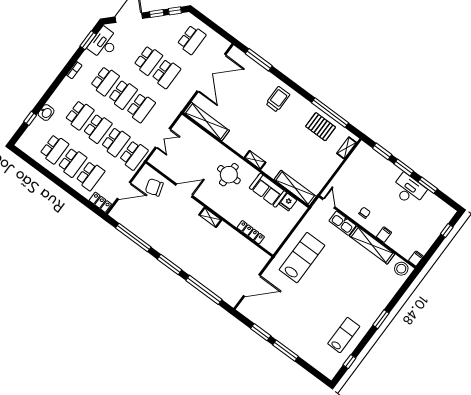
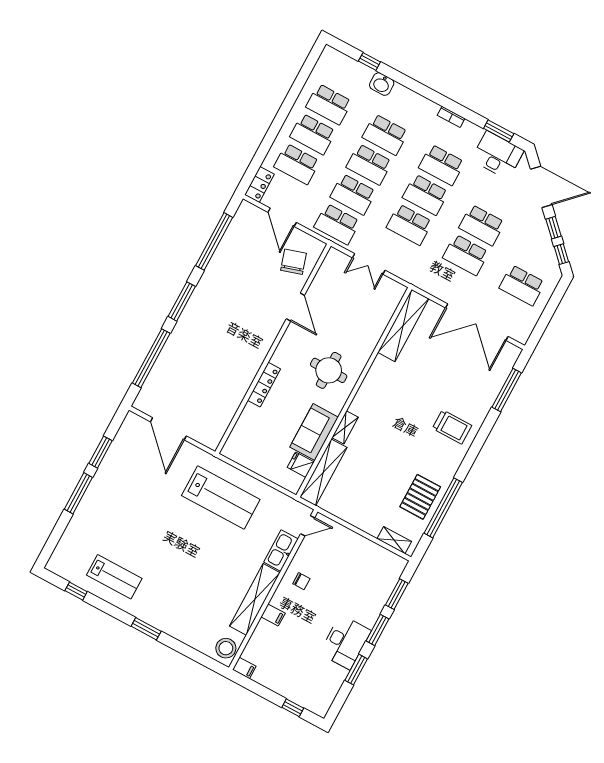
shelving: (255, 160) -> (345, 427), moved
shelving: (210, 217) -> (261, 352), removed
locker: (251, 232) -> (264, 385), moved

